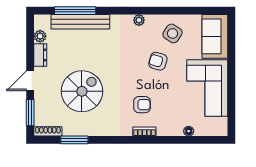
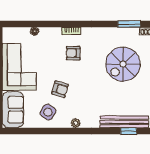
window: (75, 11) -> (129, 131), width x0.46

